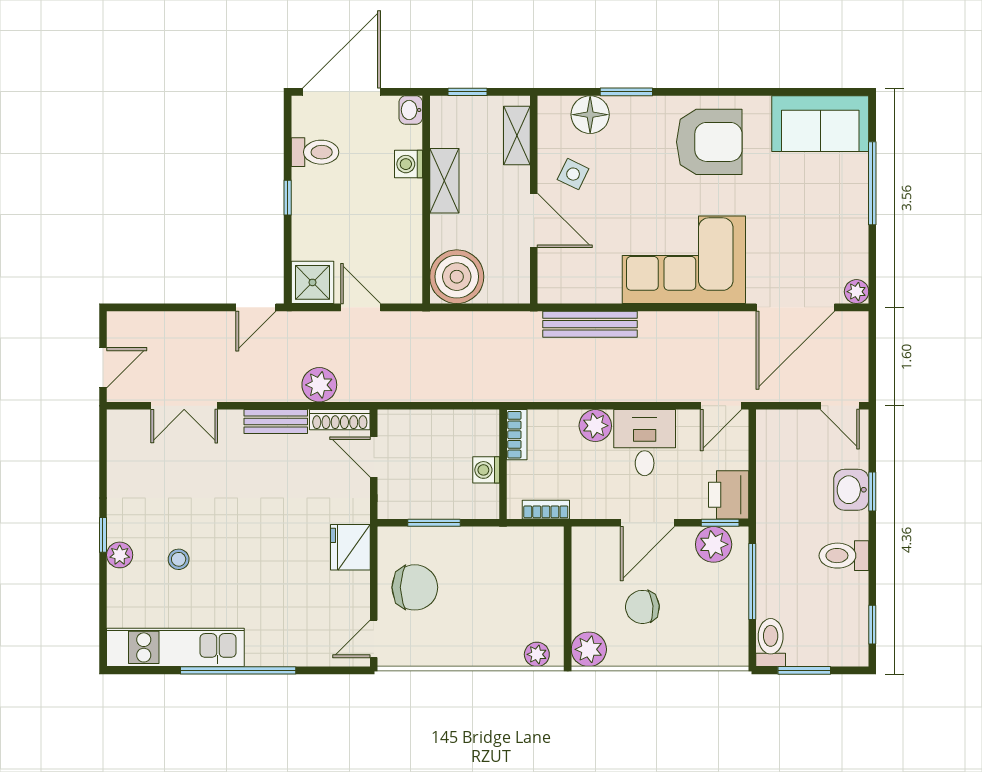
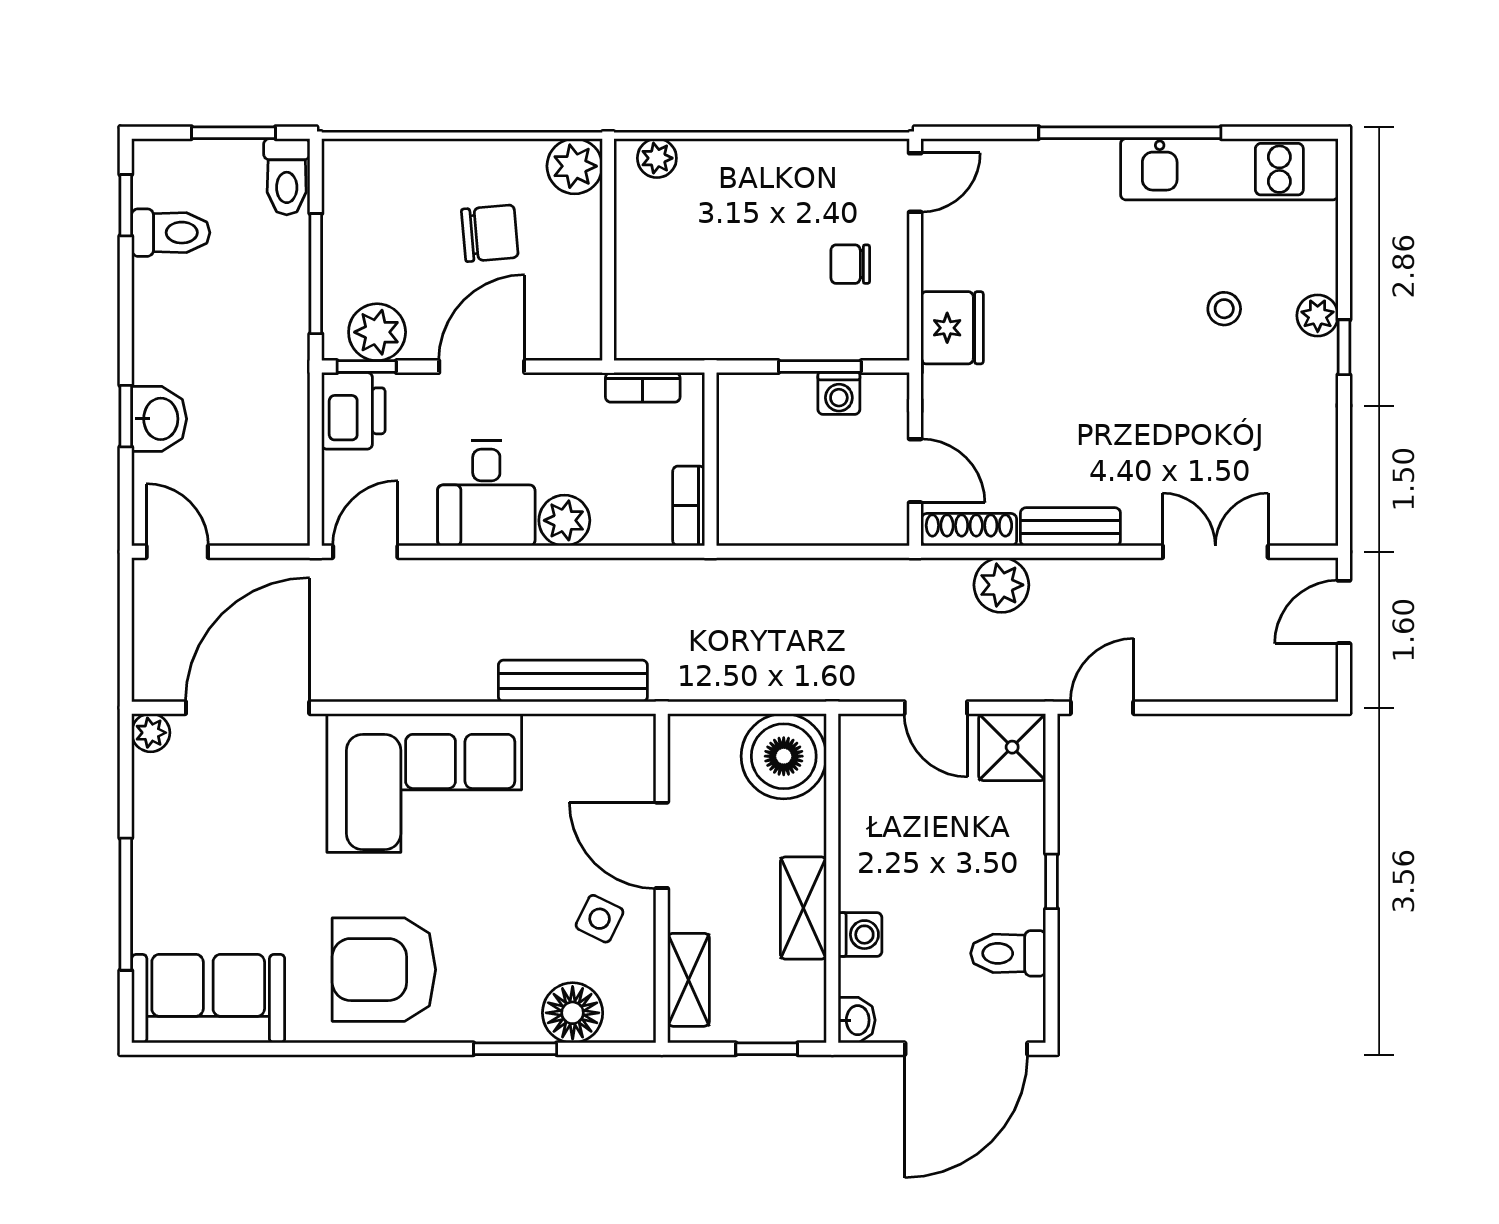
washing machine: (486, 470) -> (839, 393), moved, turned 90
toilet: (844, 556) -> (171, 233), moved
chair: (415, 587) -> (850, 264), width x0.54, depth x0.54

